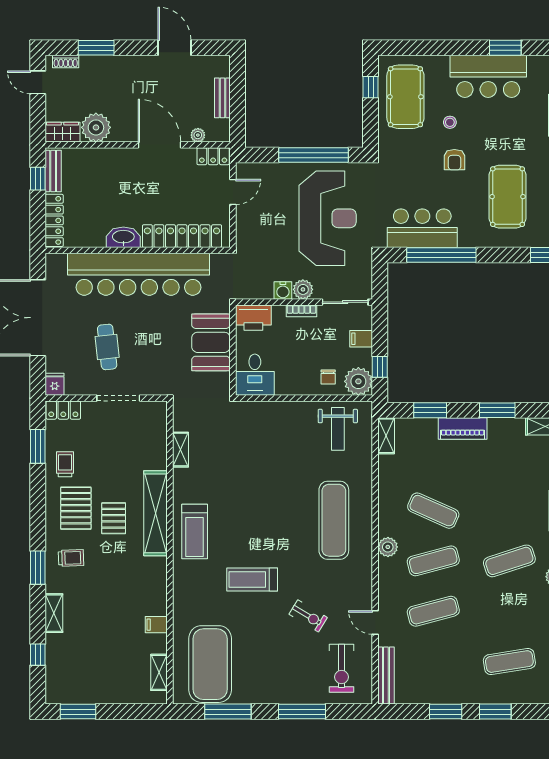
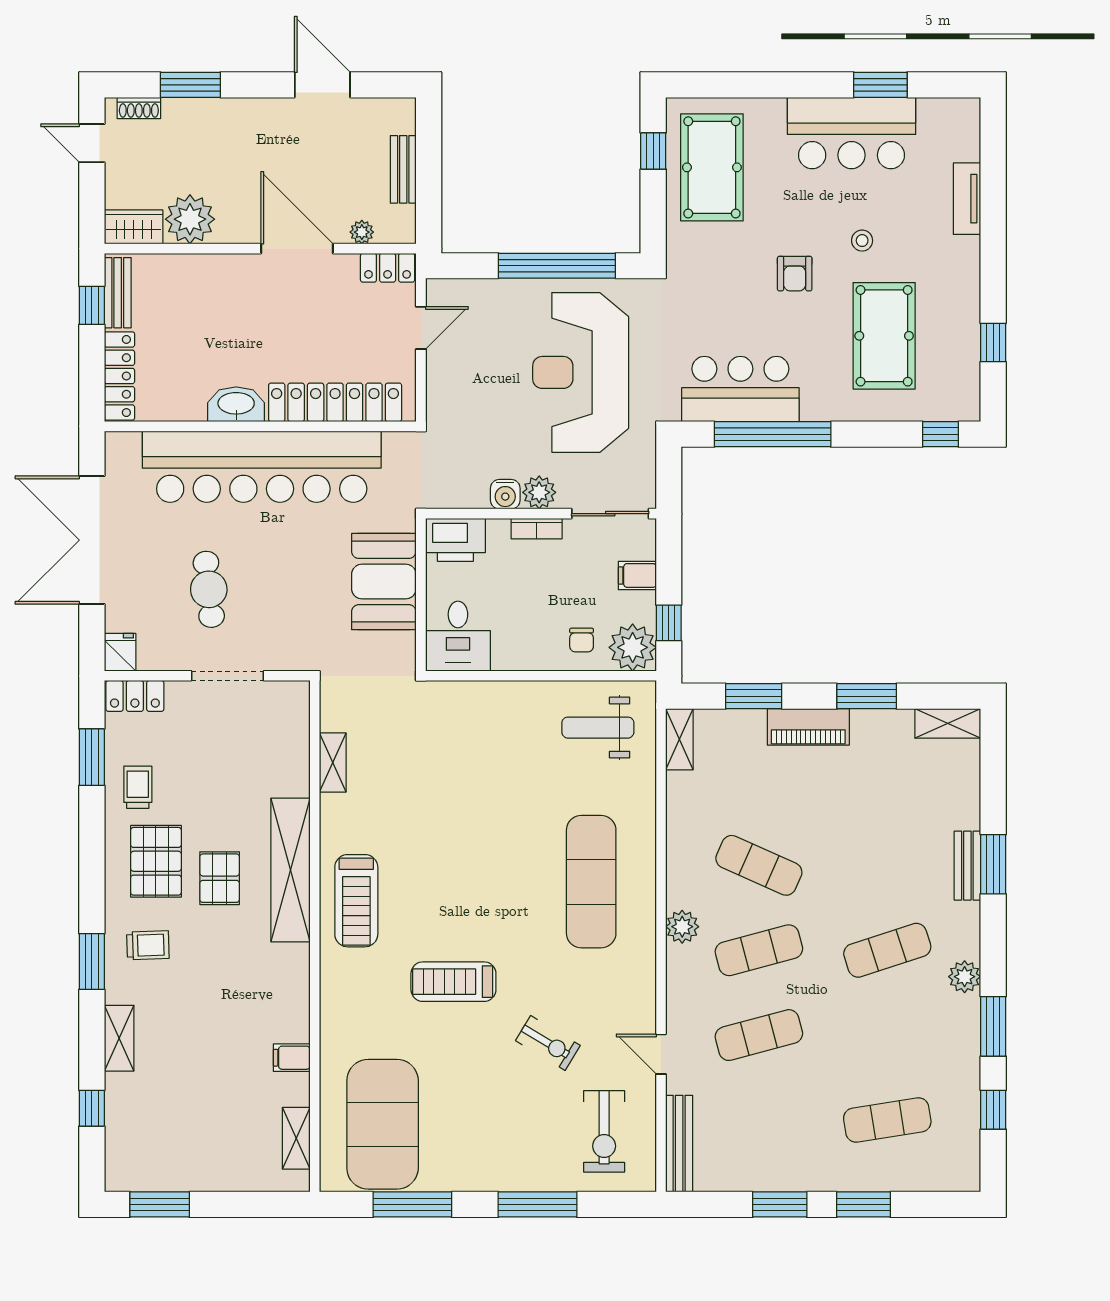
stool: (450, 122) -> (862, 241), moved
reception desk: (328, 218) -> (581, 372), turned 180
weight bench: (338, 429) -> (598, 728), turned 90

